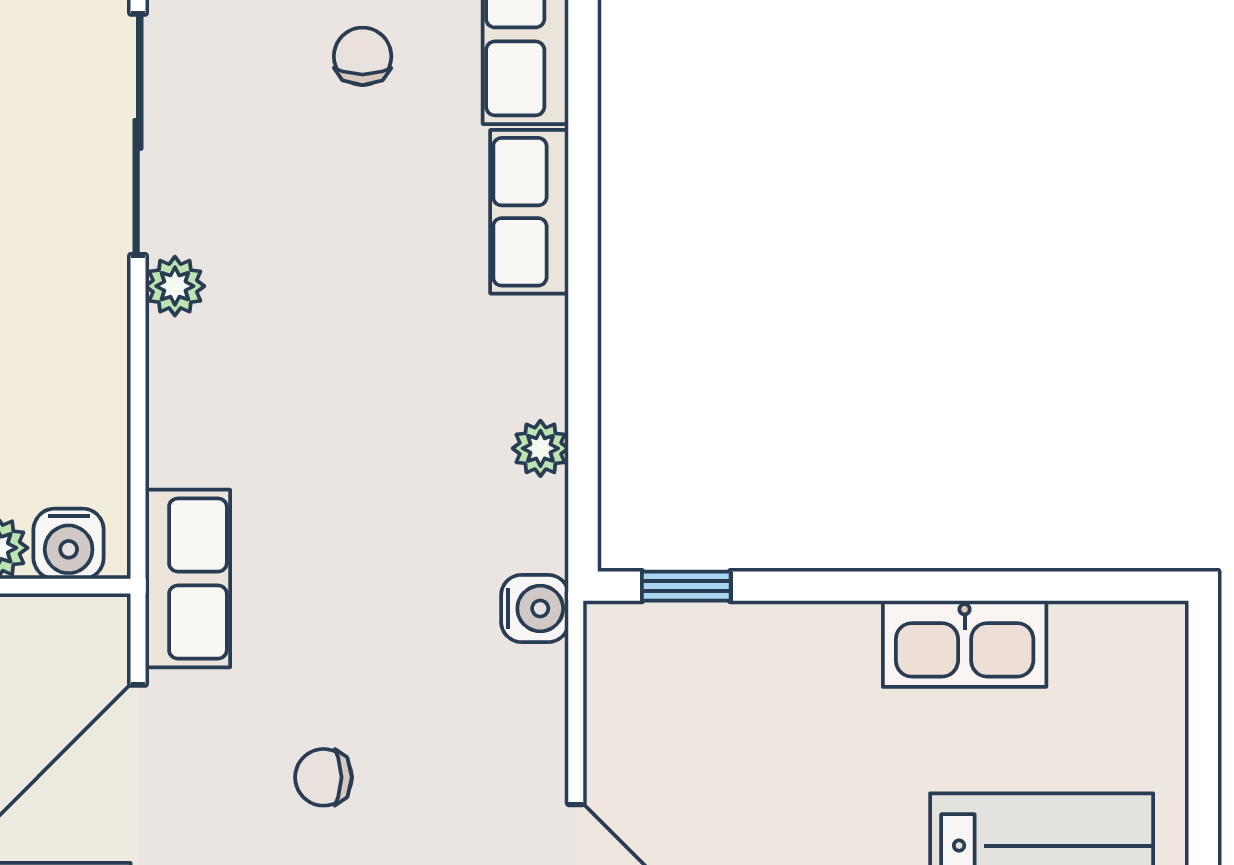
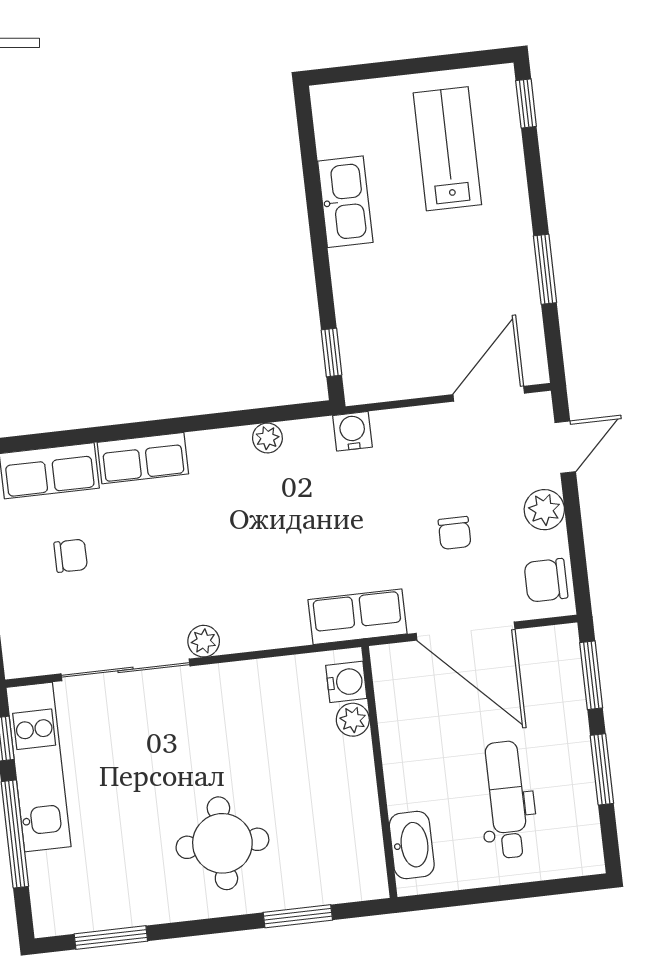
chair: (363, 56) -> (71, 556), turned 180

